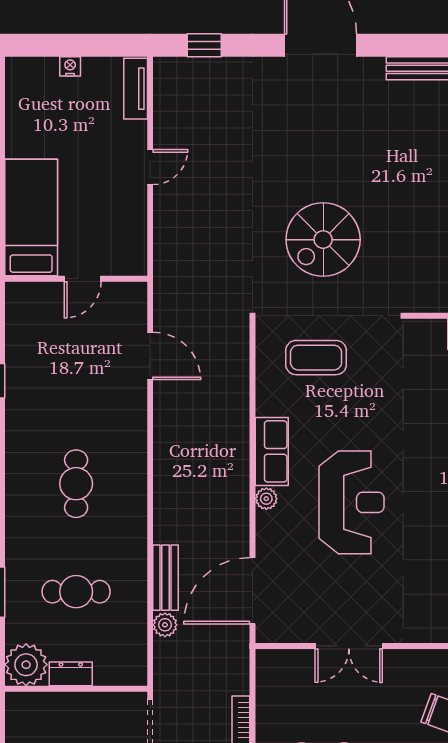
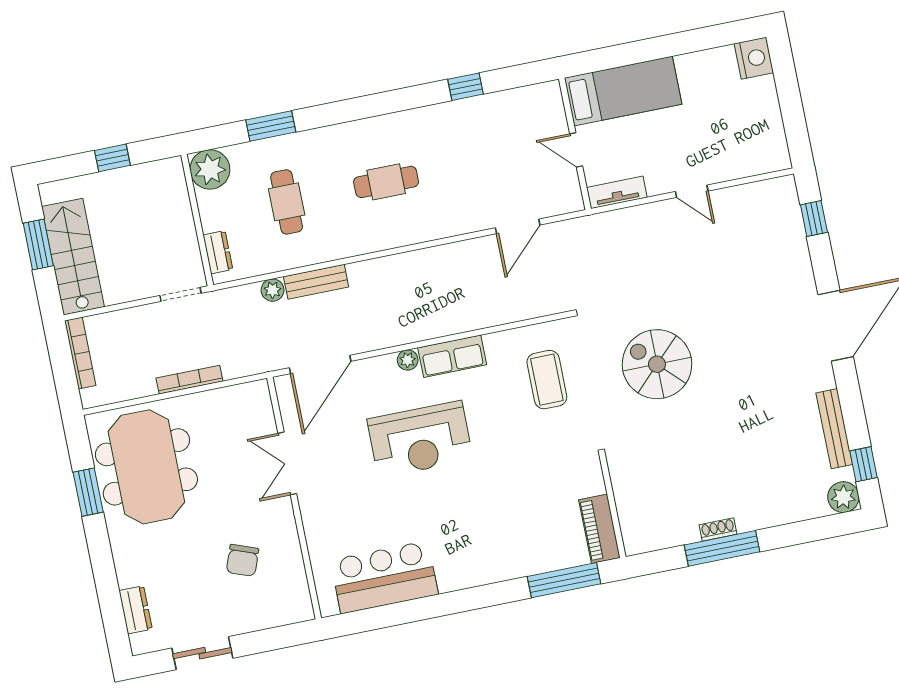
nightstand: (70, 66) -> (754, 58), moved, width x1.89, depth x1.79
tv unit: (136, 89) -> (617, 192), moved
door: (253, 591) -> (320, 364), swing flipped
dresser: (71, 674) -> (218, 252), moved

